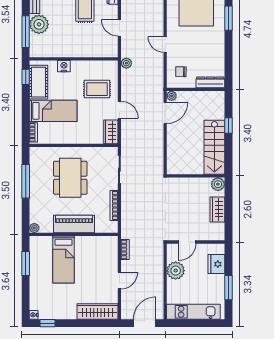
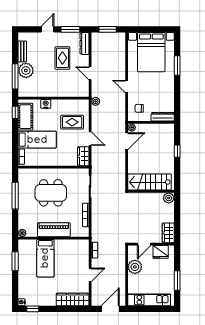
stairs: (214, 147) -> (149, 182), moved, turned 90
dining table: (70, 178) -> (51, 193), turned 90
wardrobe: (217, 209) -> (168, 233), moved
fridge: (216, 264) -> (161, 252), moved, turned -90

